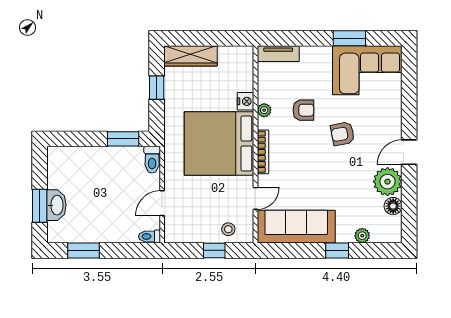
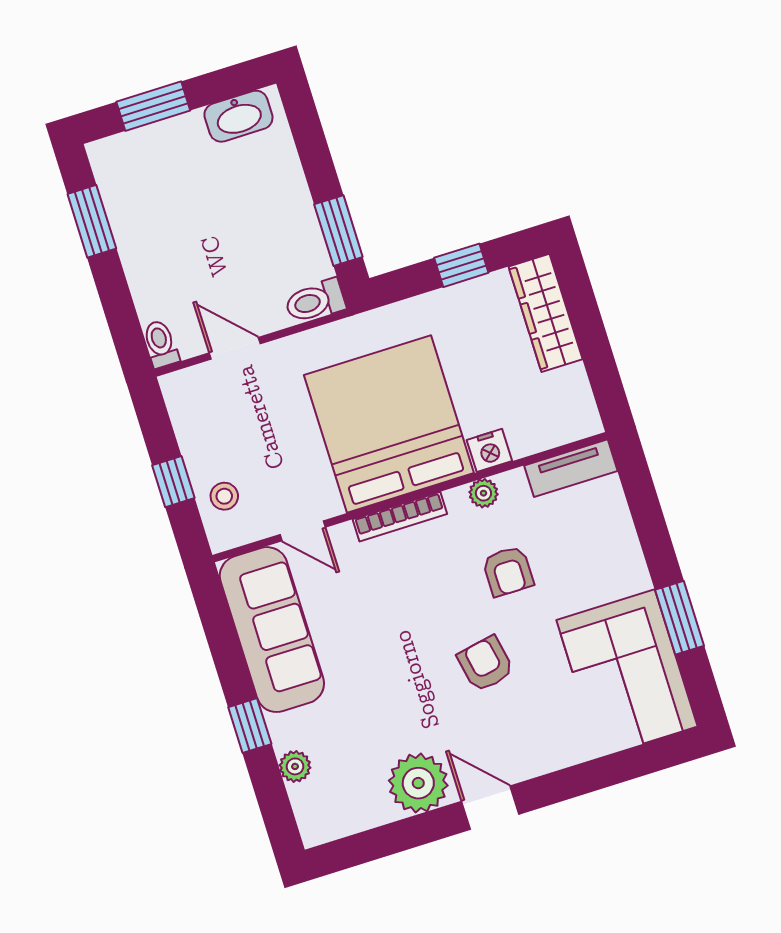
tv unit: (278, 54) -> (571, 468), moved, turned -90
washbasin: (56, 205) -> (238, 116), moved
floor lamp: (393, 206) -> (373, 809), removed

